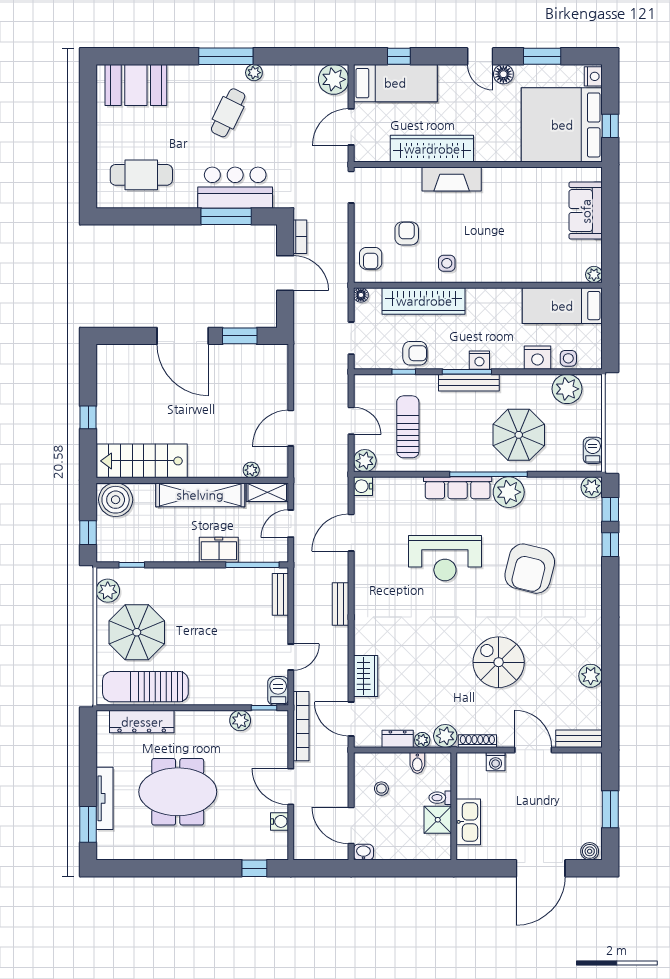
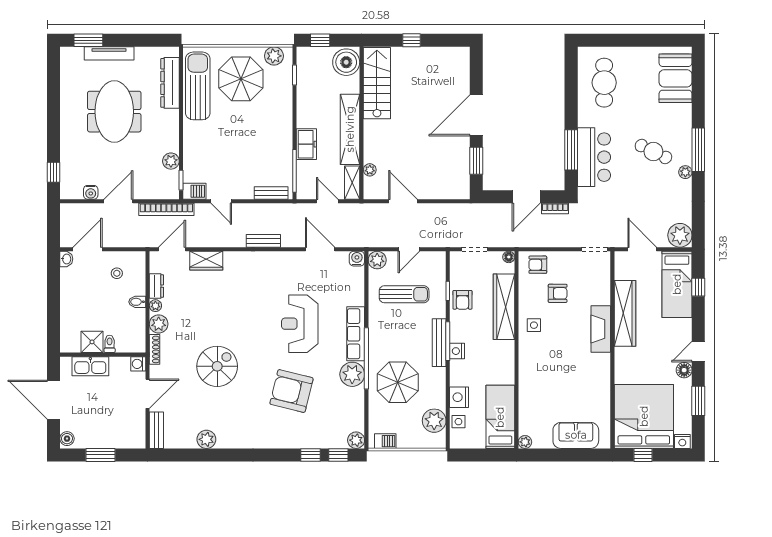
toilet: (440, 798) -> (110, 344), moved
wall: (454, 806) -> (103, 355), moved
shower: (438, 820) -> (92, 342), moved
kitchen sink: (468, 822) -> (90, 366), moved

